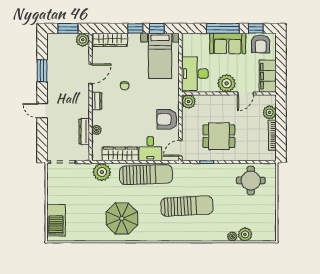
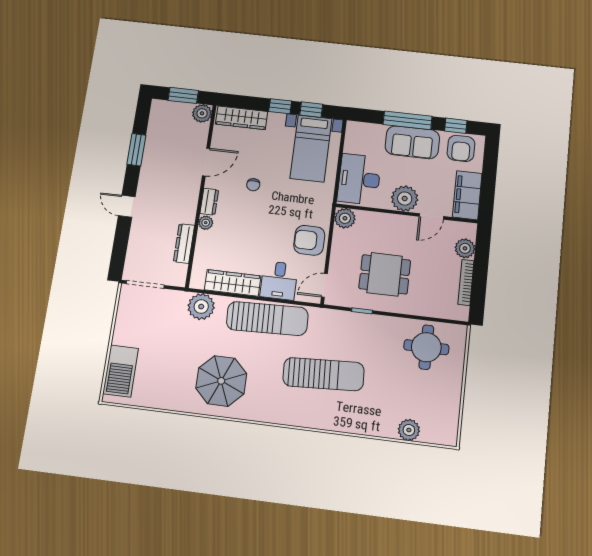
plant: (97, 130) -> (206, 223), moved
plant: (232, 236) -> (389, 431), removed

